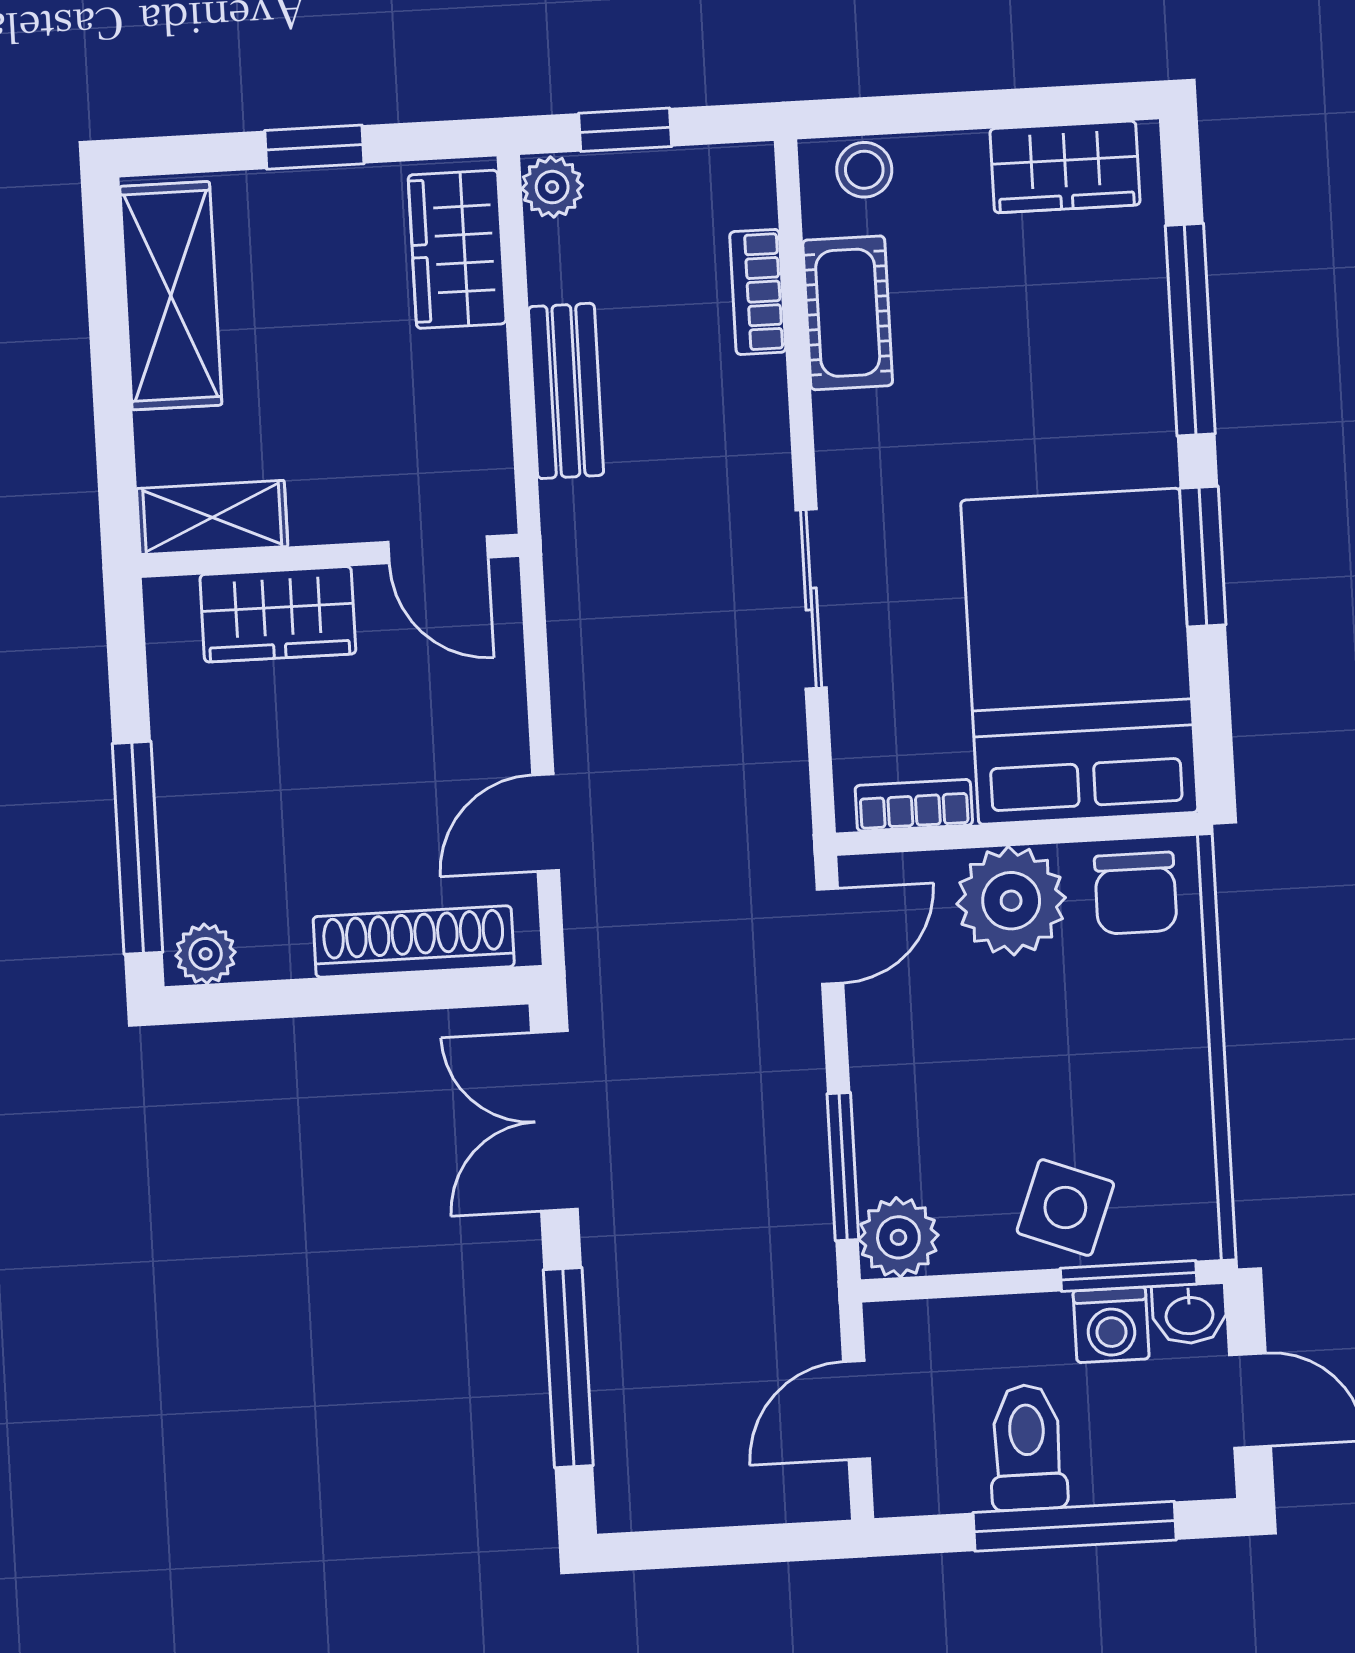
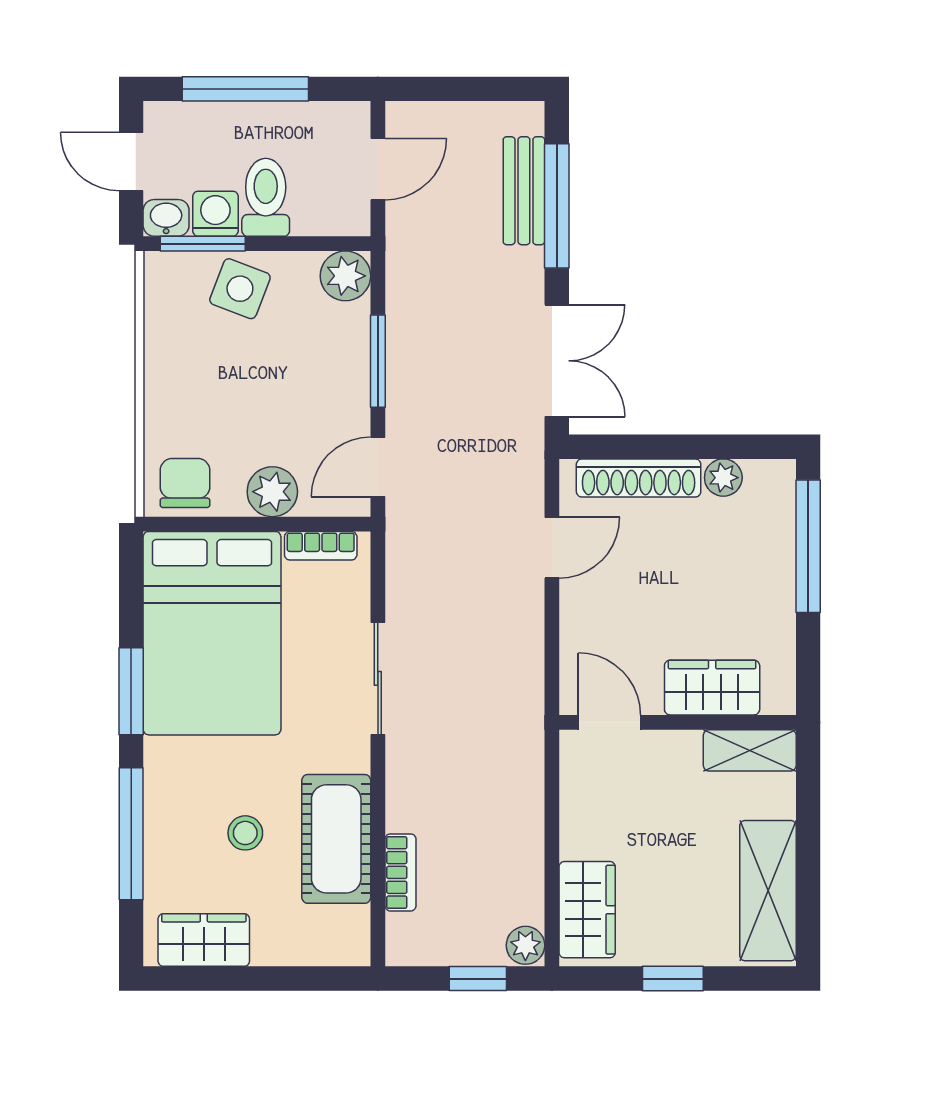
stool: (864, 170) -> (245, 833), moved
cot: (848, 313) -> (336, 839), width x1.37, depth x1.34
bench: (566, 391) -> (524, 191), moved
plant: (1011, 901) -> (272, 492), width x0.73, depth x0.73
plant: (206, 954) -> (723, 478), moved
window: (843, 1167) -> (378, 361), moved
toilet: (1027, 1447) -> (266, 197), moved, turned 180

